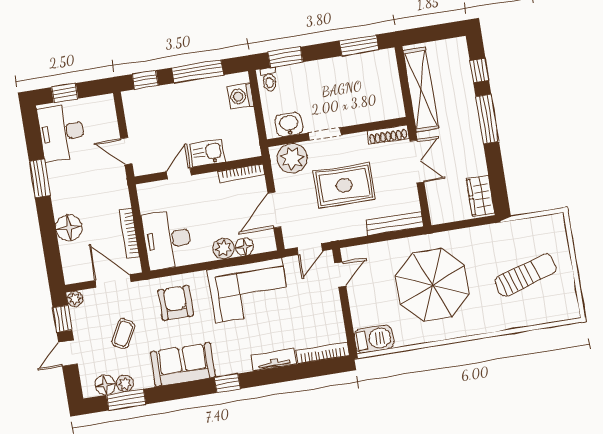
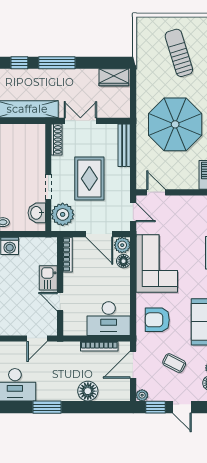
plant: (224, 248) -> (122, 245), moved

